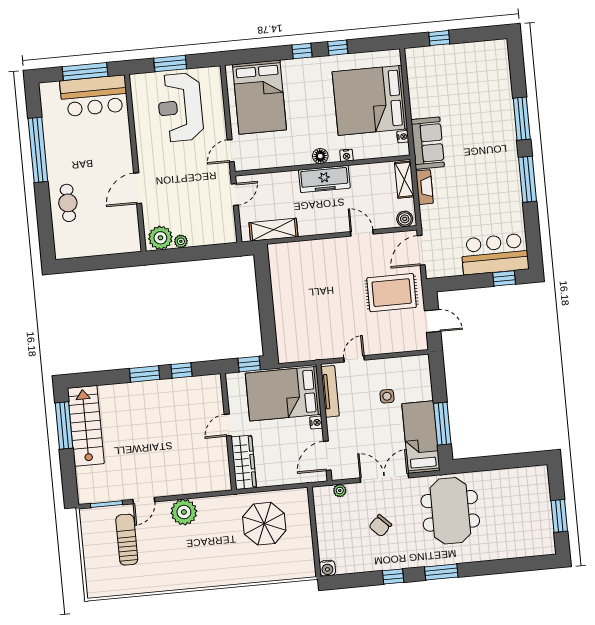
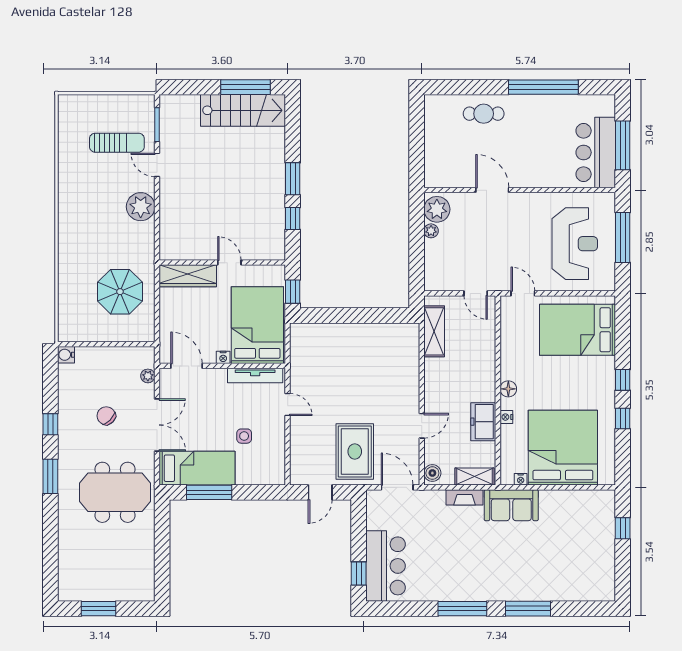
window: (170, 63) -> (623, 237), width x1.44
reception desk: (180, 107) -> (575, 244), turned 90
freezer: (324, 179) -> (483, 422), moved, width x0.71

